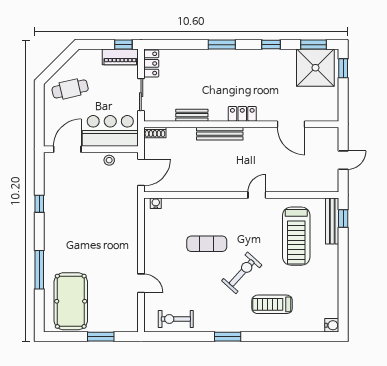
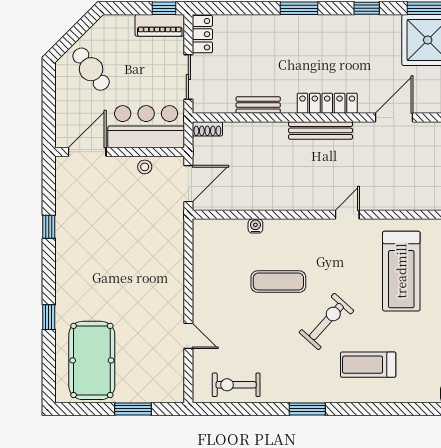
cafe table: (70, 89) -> (91, 69), turned 66
locker: (242, 114) -> (327, 103), width x1.53
door: (291, 124) -> (394, 118), swing flipped
bench: (220, 134) -> (321, 130), moved
water cooler: (156, 203) -> (255, 226), moved
window: (39, 270) -> (49, 317), width x0.46

